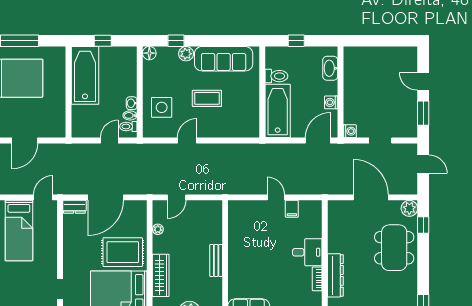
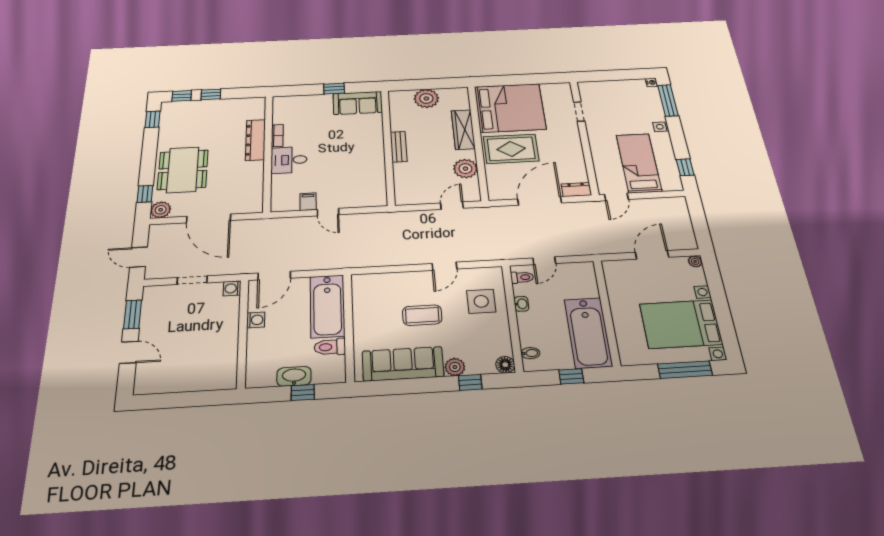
washbasin: (330, 68) -> (294, 376), moved, turned -90
bidet: (130, 115) -> (530, 353), moved
plant: (158, 229) -> (465, 169), width x1.87, depth x1.87

